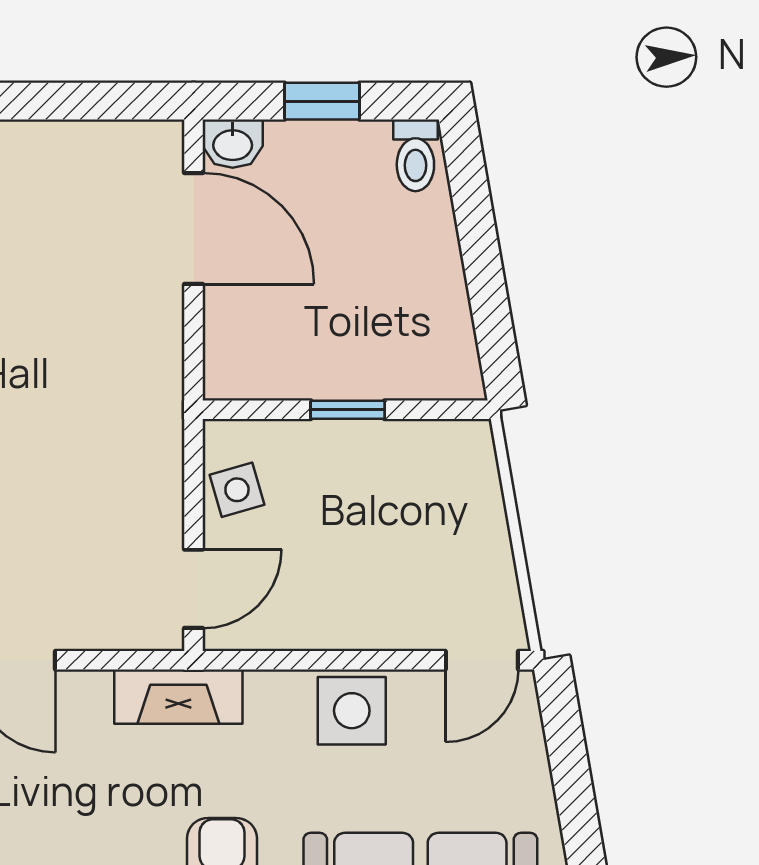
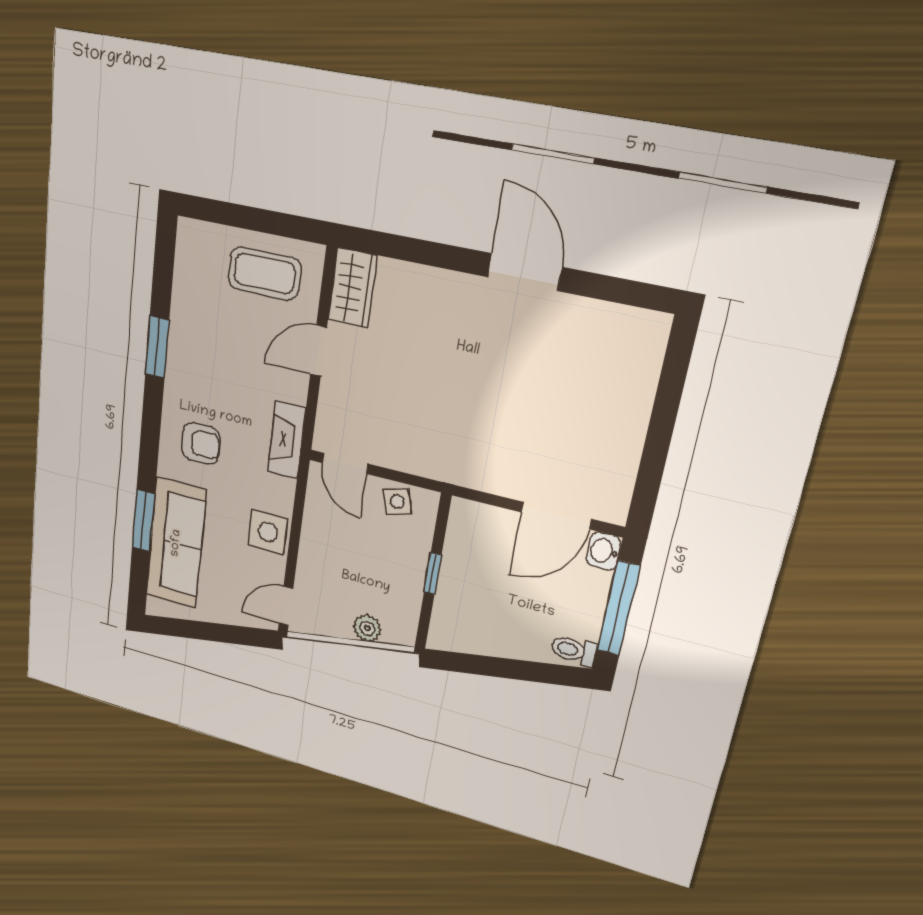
window: (322, 101) -> (618, 608), width x2.17
plant: (480, 507) -> (367, 628), added
door: (482, 660) -> (286, 606), hinge flipped

